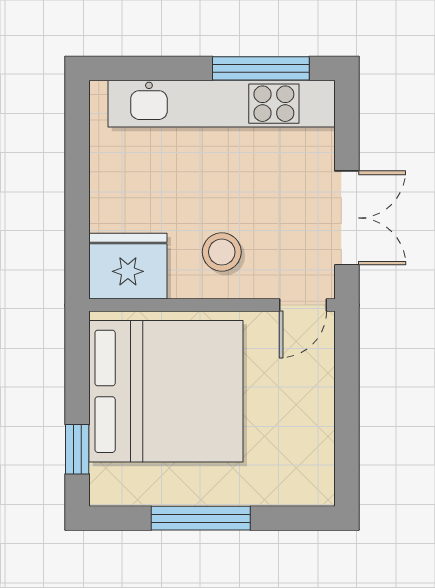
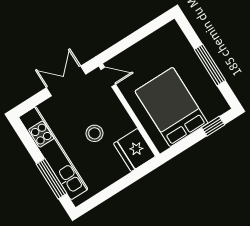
window: (261, 68) -> (51, 179), moved
stool: (222, 252) -> (94, 133), moved
bed: (166, 391) -> (171, 107), width x0.73

